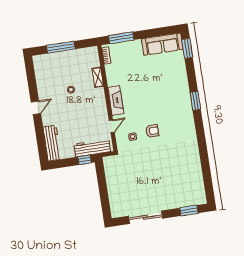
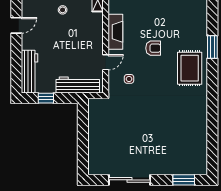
rug: (180, 120) -> (190, 68), added
armchair: (152, 131) -> (153, 48), moved
window: (85, 160) -> (46, 98), moved

